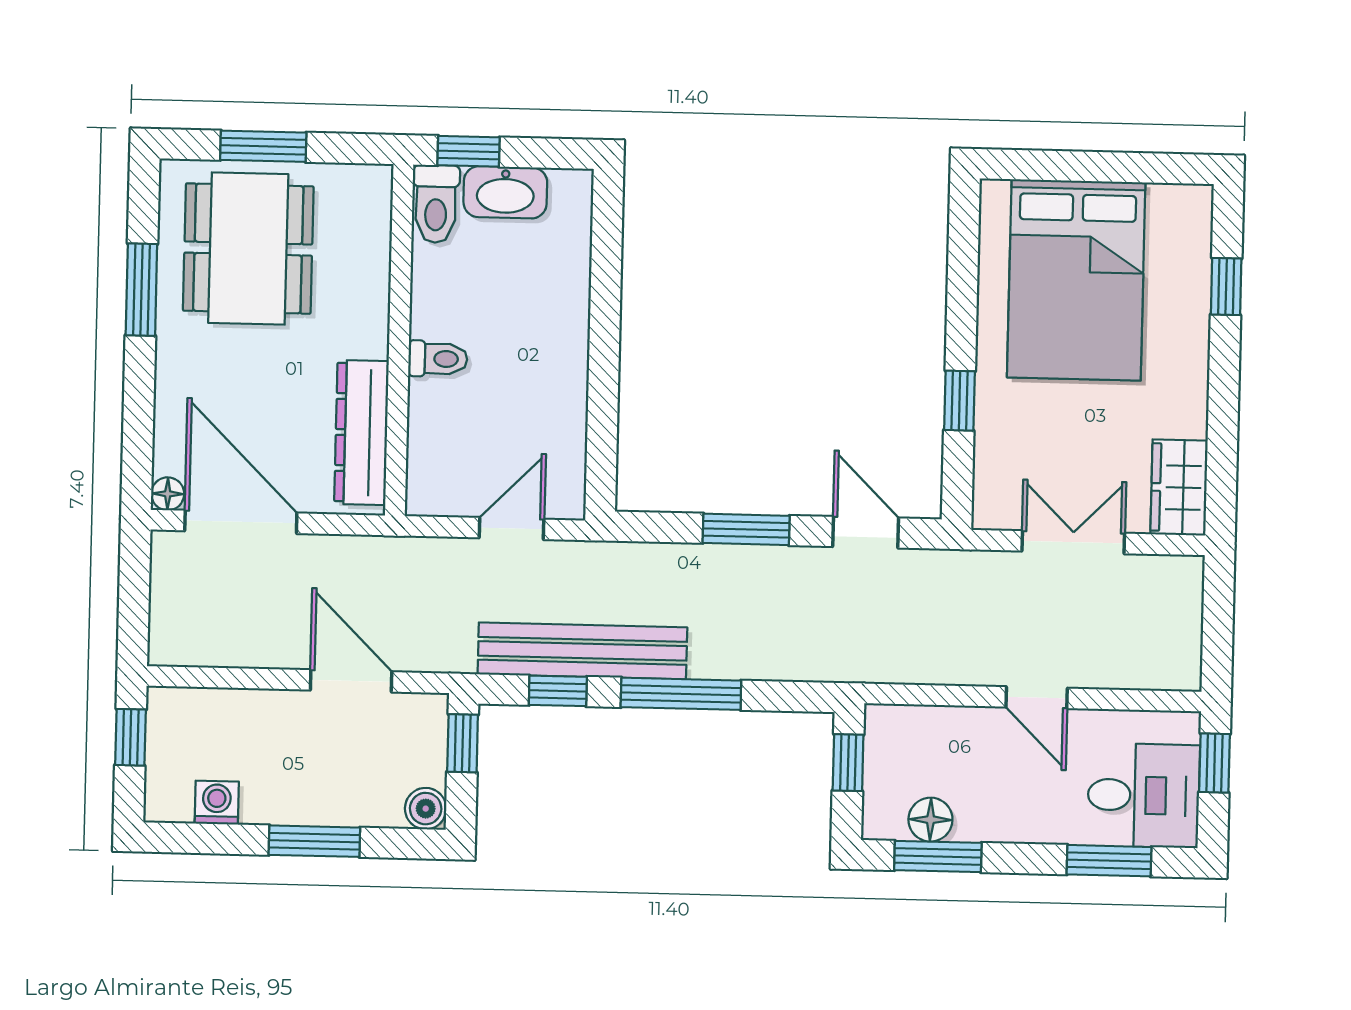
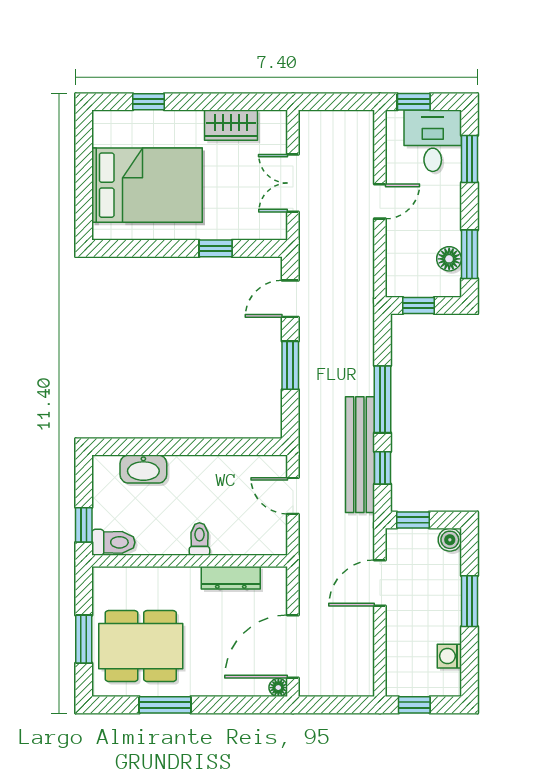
washbasin: (505, 192) -> (143, 469), moved, turned 90
dresser: (361, 433) -> (231, 578), width x0.73, depth x0.80
wardrobe: (1179, 488) -> (231, 125), moved

